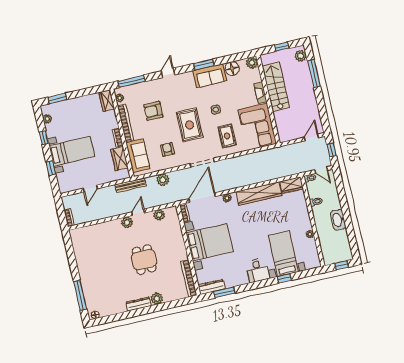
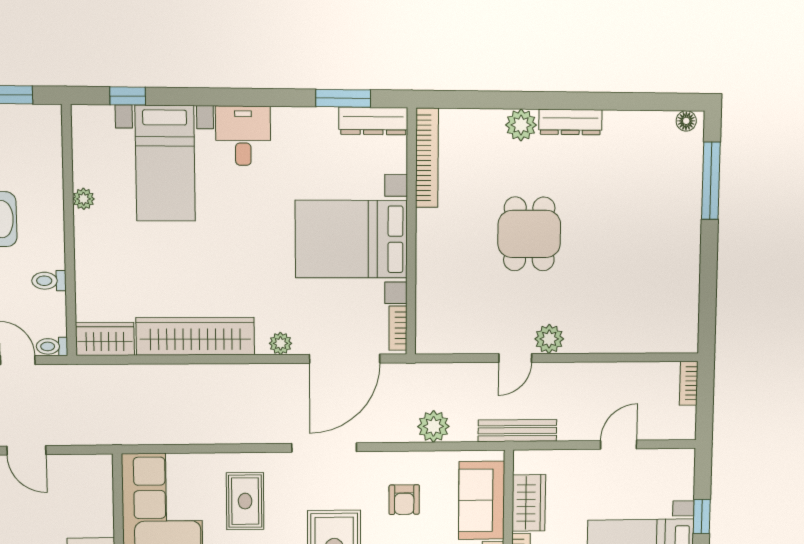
door: (311, 137) -> (26, 450), hinge flipped
plant: (159, 215) -> (464, 339), removed
window: (284, 279) -> (128, 96), moved

